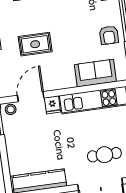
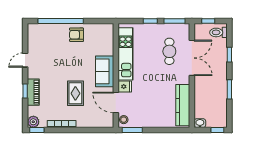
armchair: (109, 35) -> (76, 35), turned 180
sofa: (95, 73) -> (105, 71), moved

